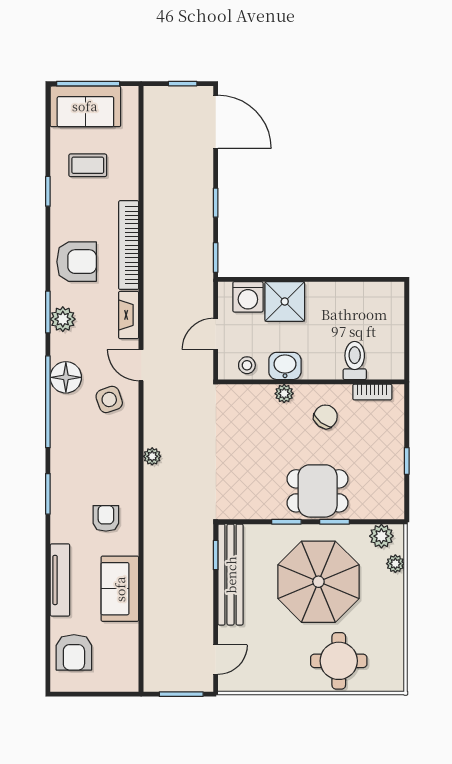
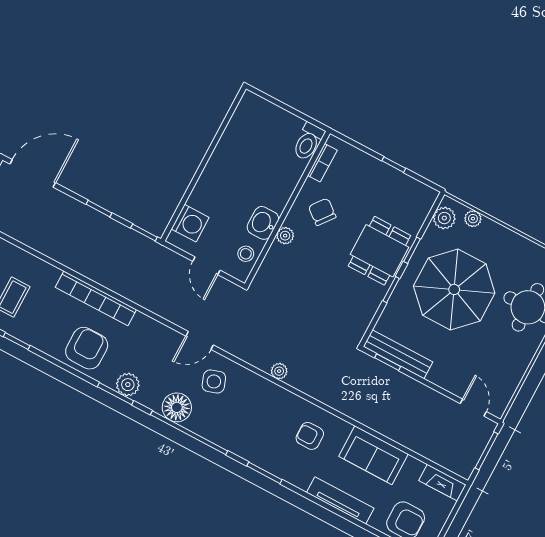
shower: (285, 302) -> (210, 195), removed
fireplace: (129, 315) -> (442, 483), moved
toilet: (355, 360) -> (308, 142), moved, turned -90
bench: (231, 575) -> (398, 354), width x0.73, depth x0.82

